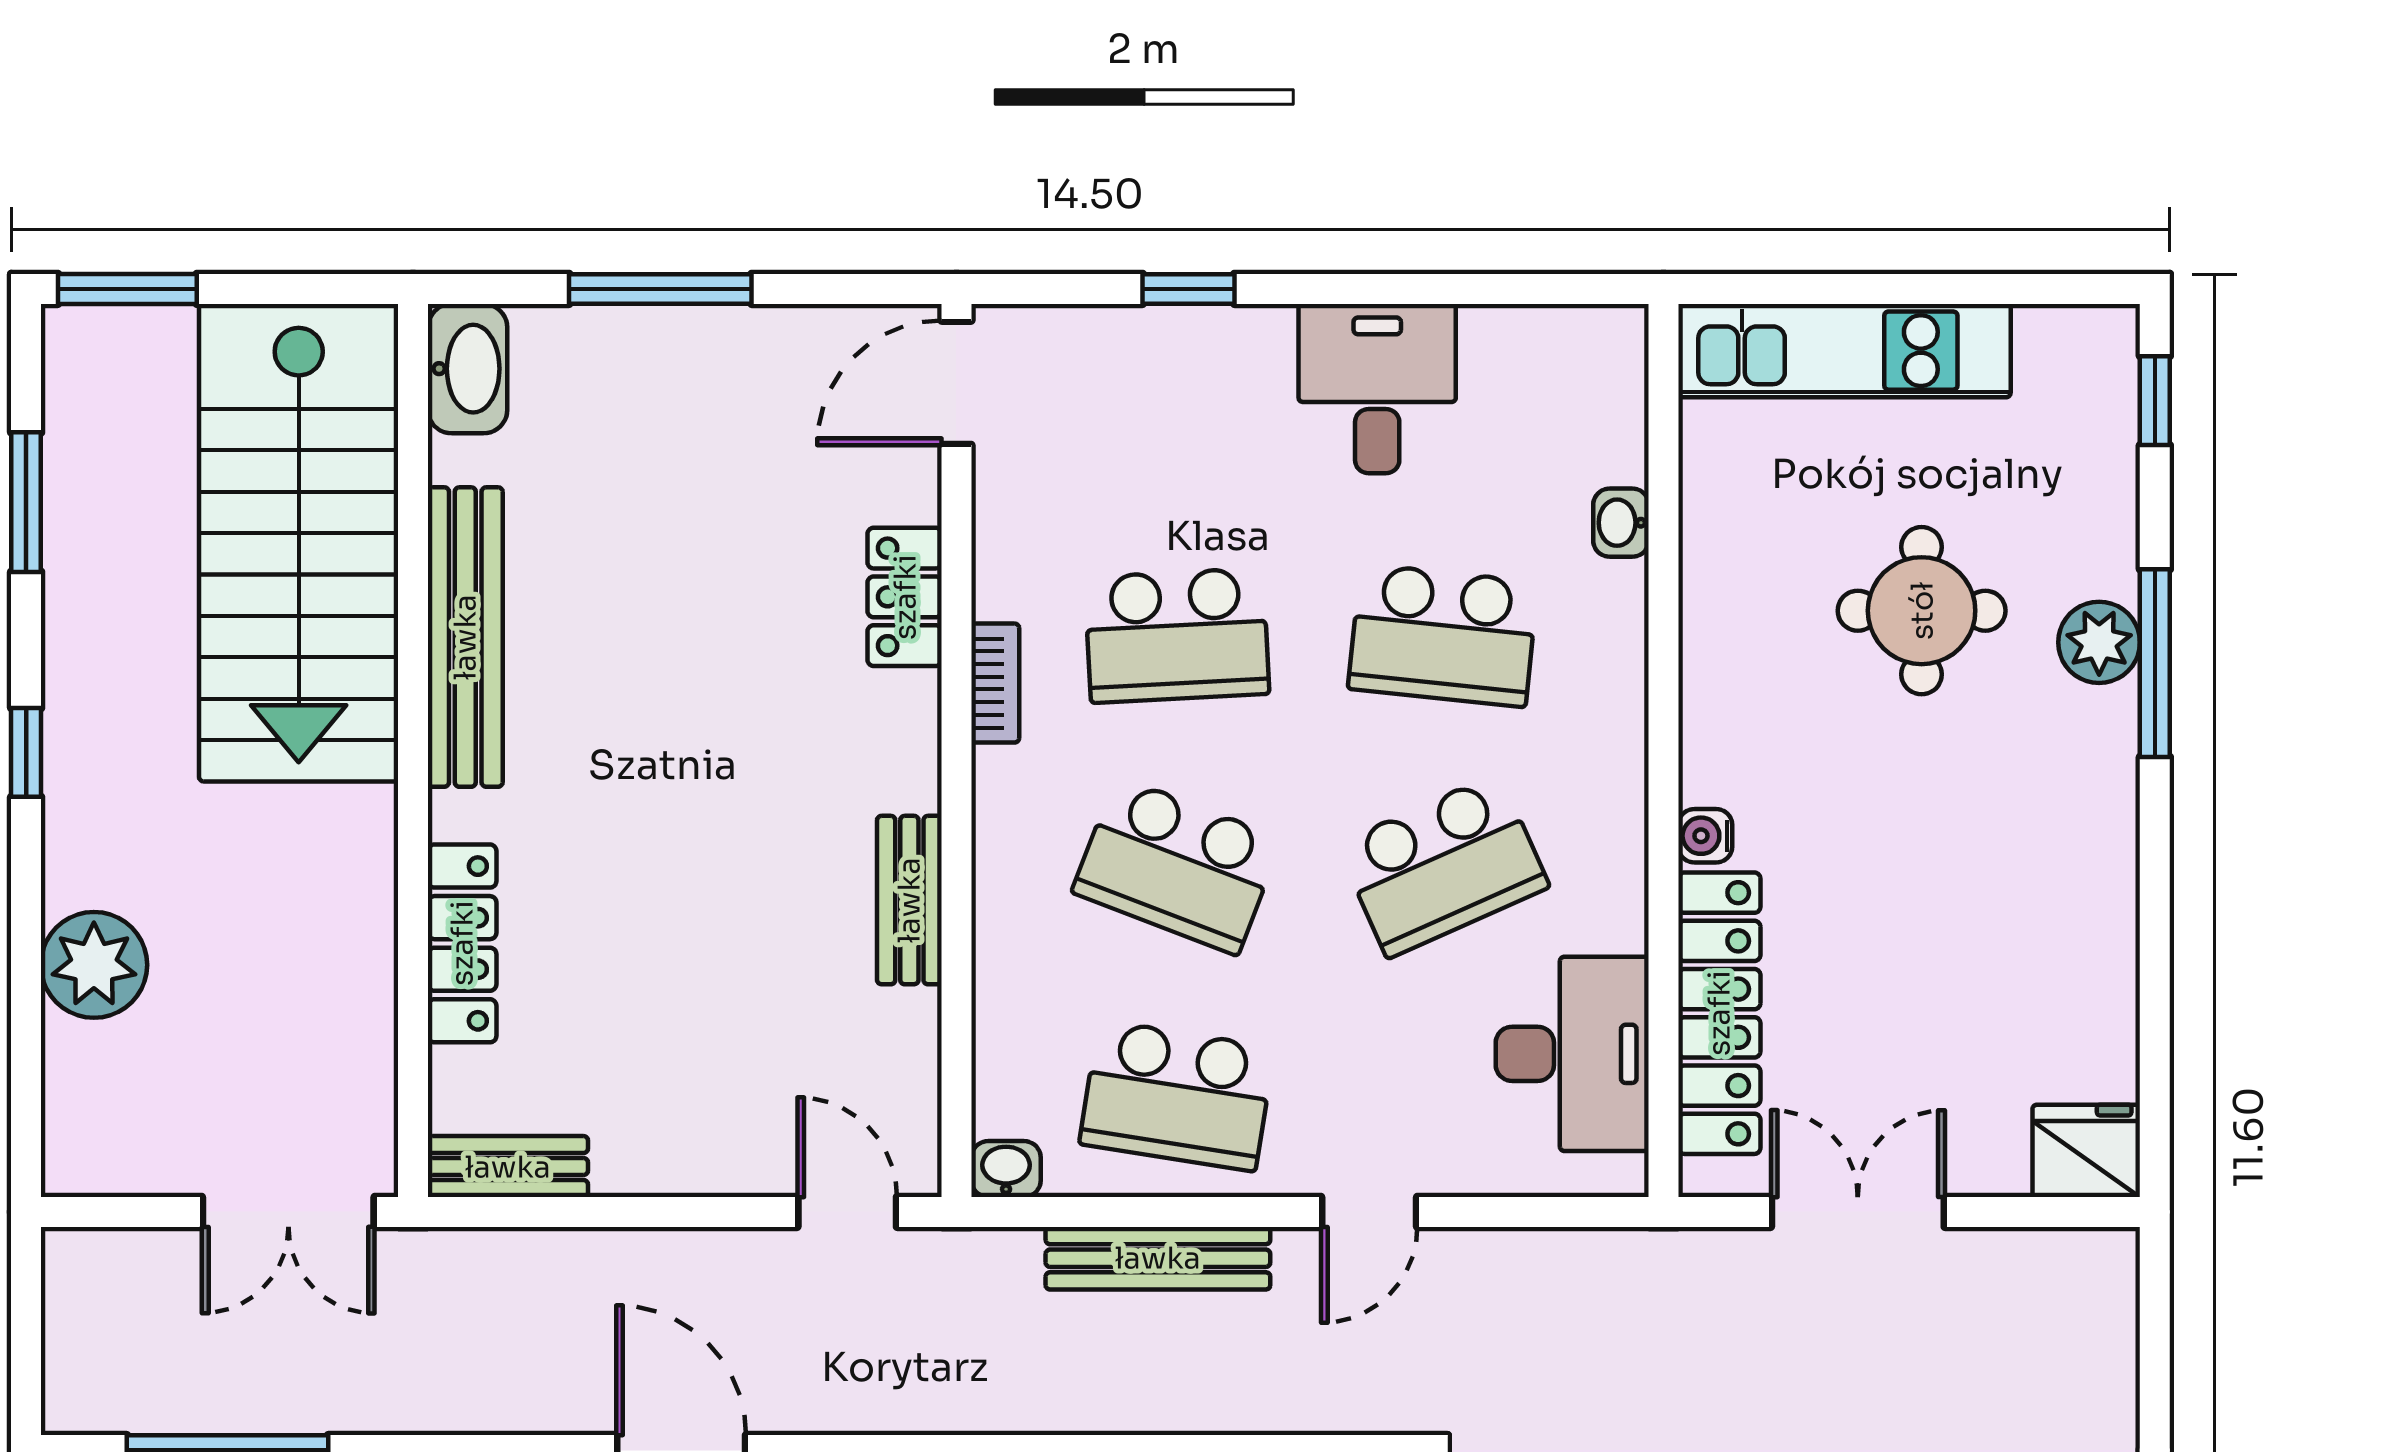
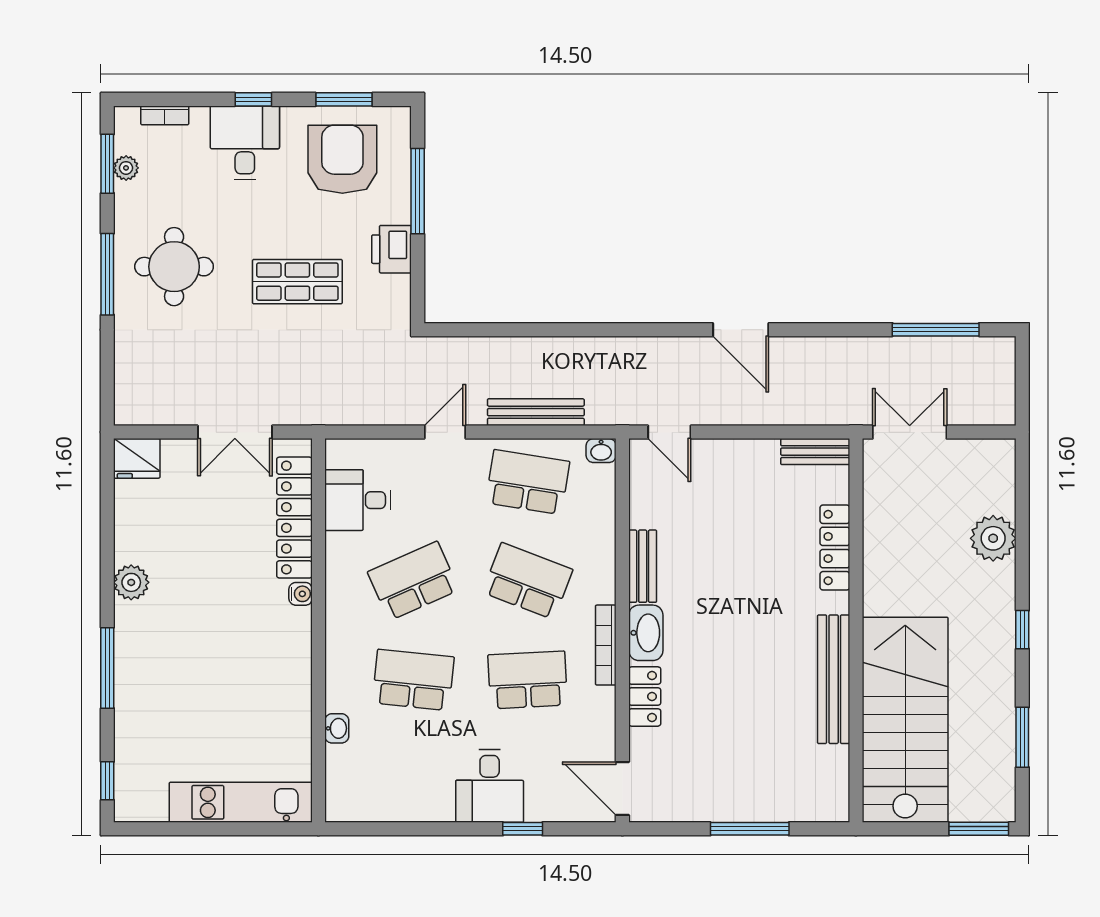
washbasin: (468, 369) -> (646, 633), moved, turned 180
door: (956, 383) -> (622, 788), swing flipped
desk: (1377, 389) -> (490, 786), moved
round table: (1922, 611) -> (208, 691), removed
plant: (2099, 642) -> (131, 582), moved
bookcase: (995, 683) -> (606, 645), width x1.56
desk: (1572, 1054) -> (358, 500), width x0.73

